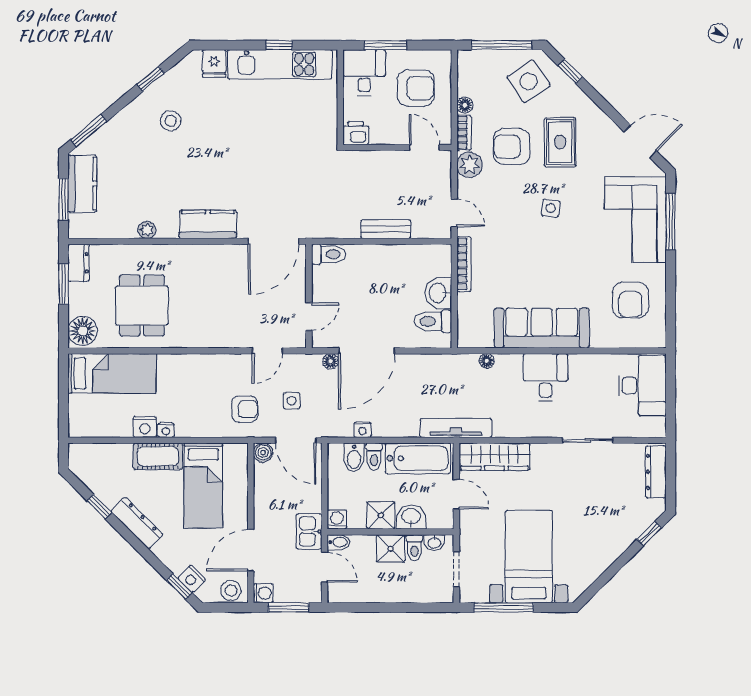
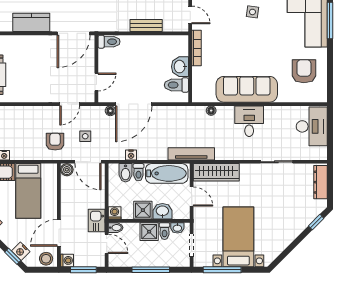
armchair: (630, 300) -> (304, 71), turned 180
armchair: (245, 409) -> (55, 142), turned -90
window: (393, 607) -> (151, 270), added

